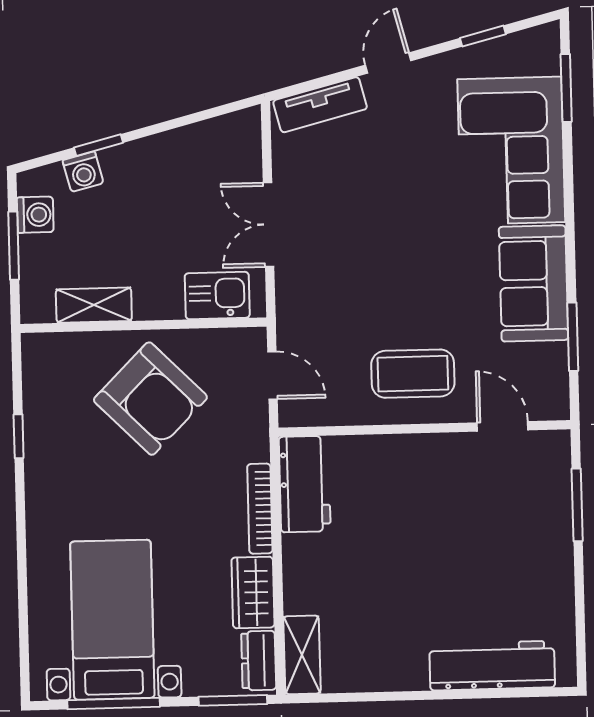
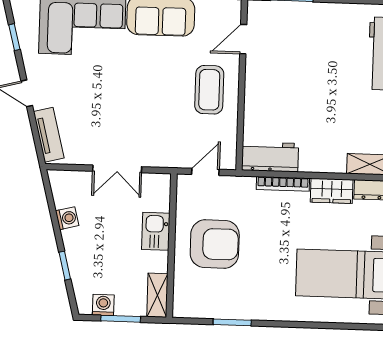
washing machine: (83, 172) -> (67, 218), moved
kitchen sink: (217, 296) -> (156, 231), moved
shelving: (94, 305) -> (157, 295), moved
armchair: (150, 399) -> (215, 244), turned 45
window: (19, 436) -> (232, 322), width x1.50

